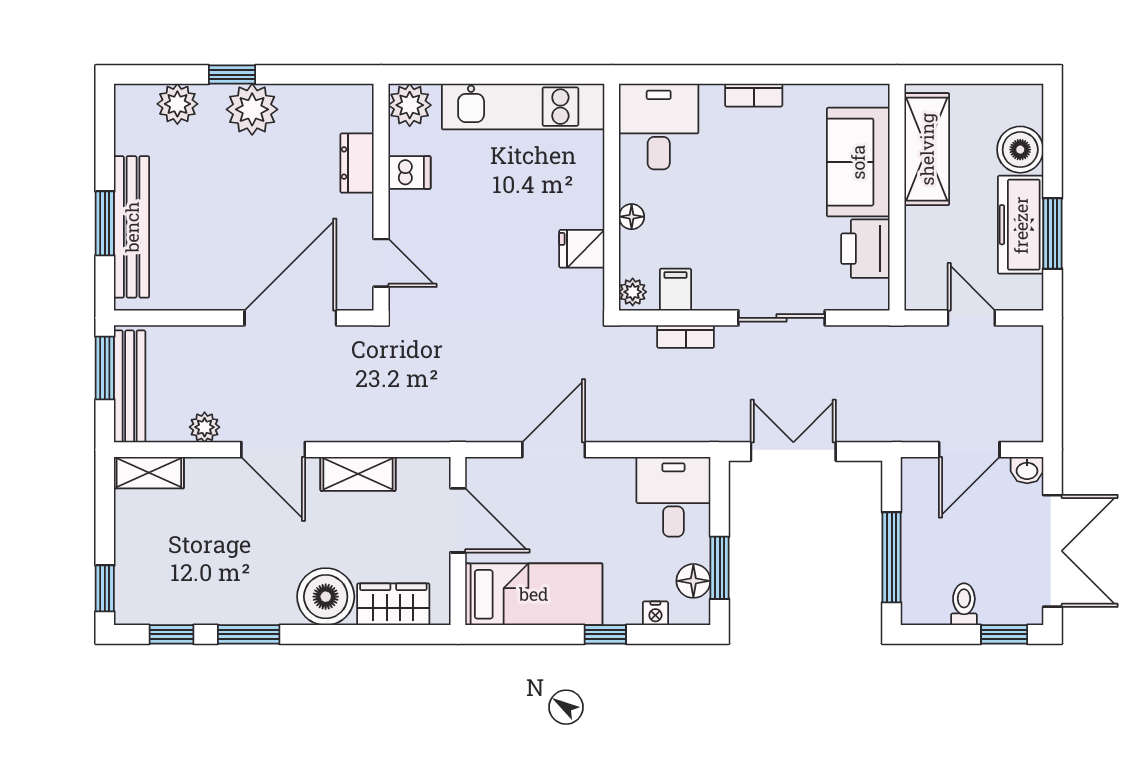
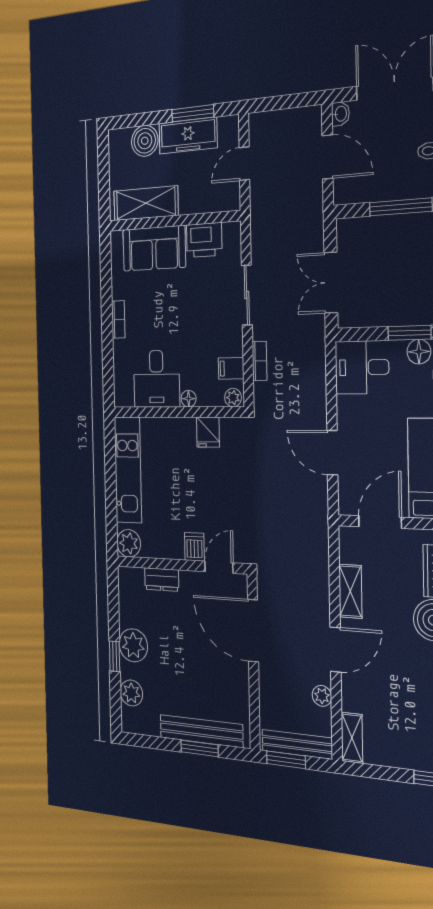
desk: (659, 127) -> (156, 379), moved, turned -90
dishwasher: (410, 173) -> (194, 547), moved

